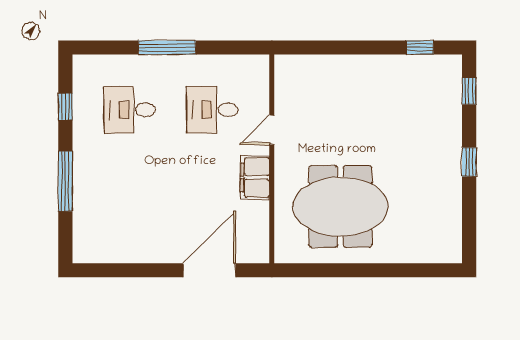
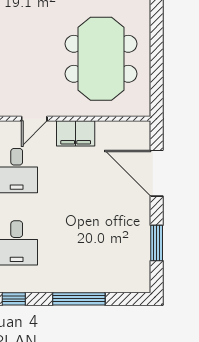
door: (272, 130) -> (34, 119), hinge flipped
window: (129, 270) -> (157, 243), added

